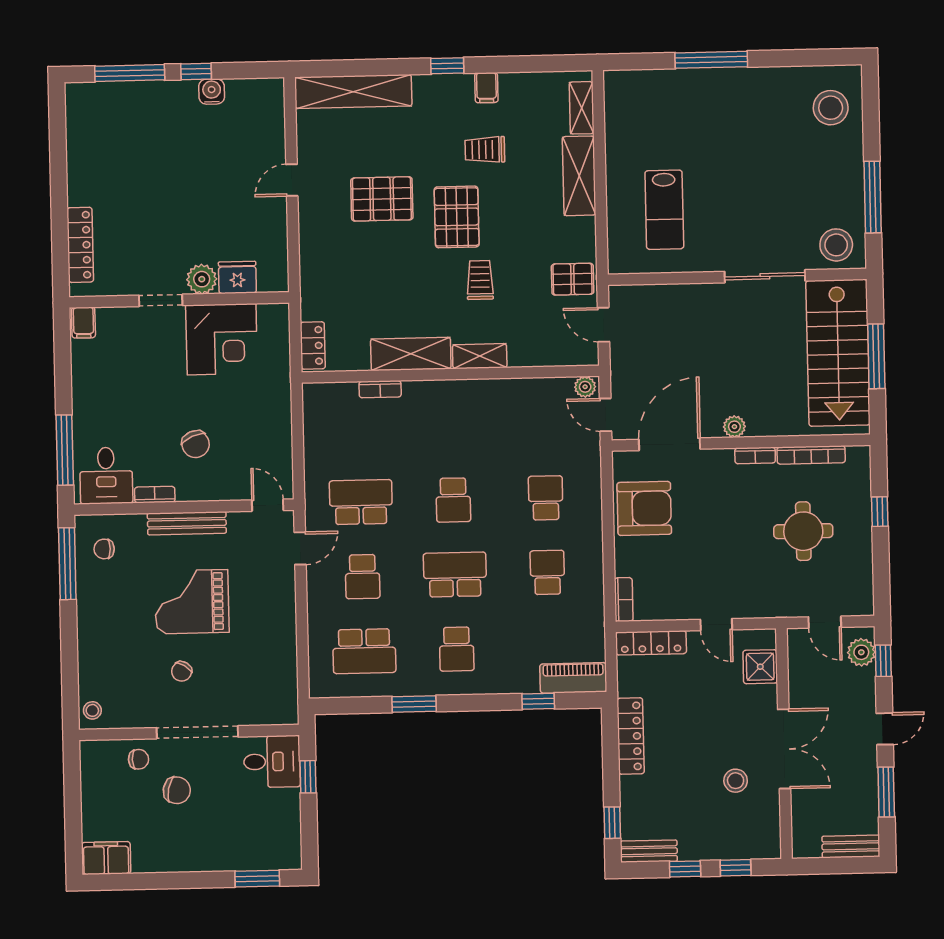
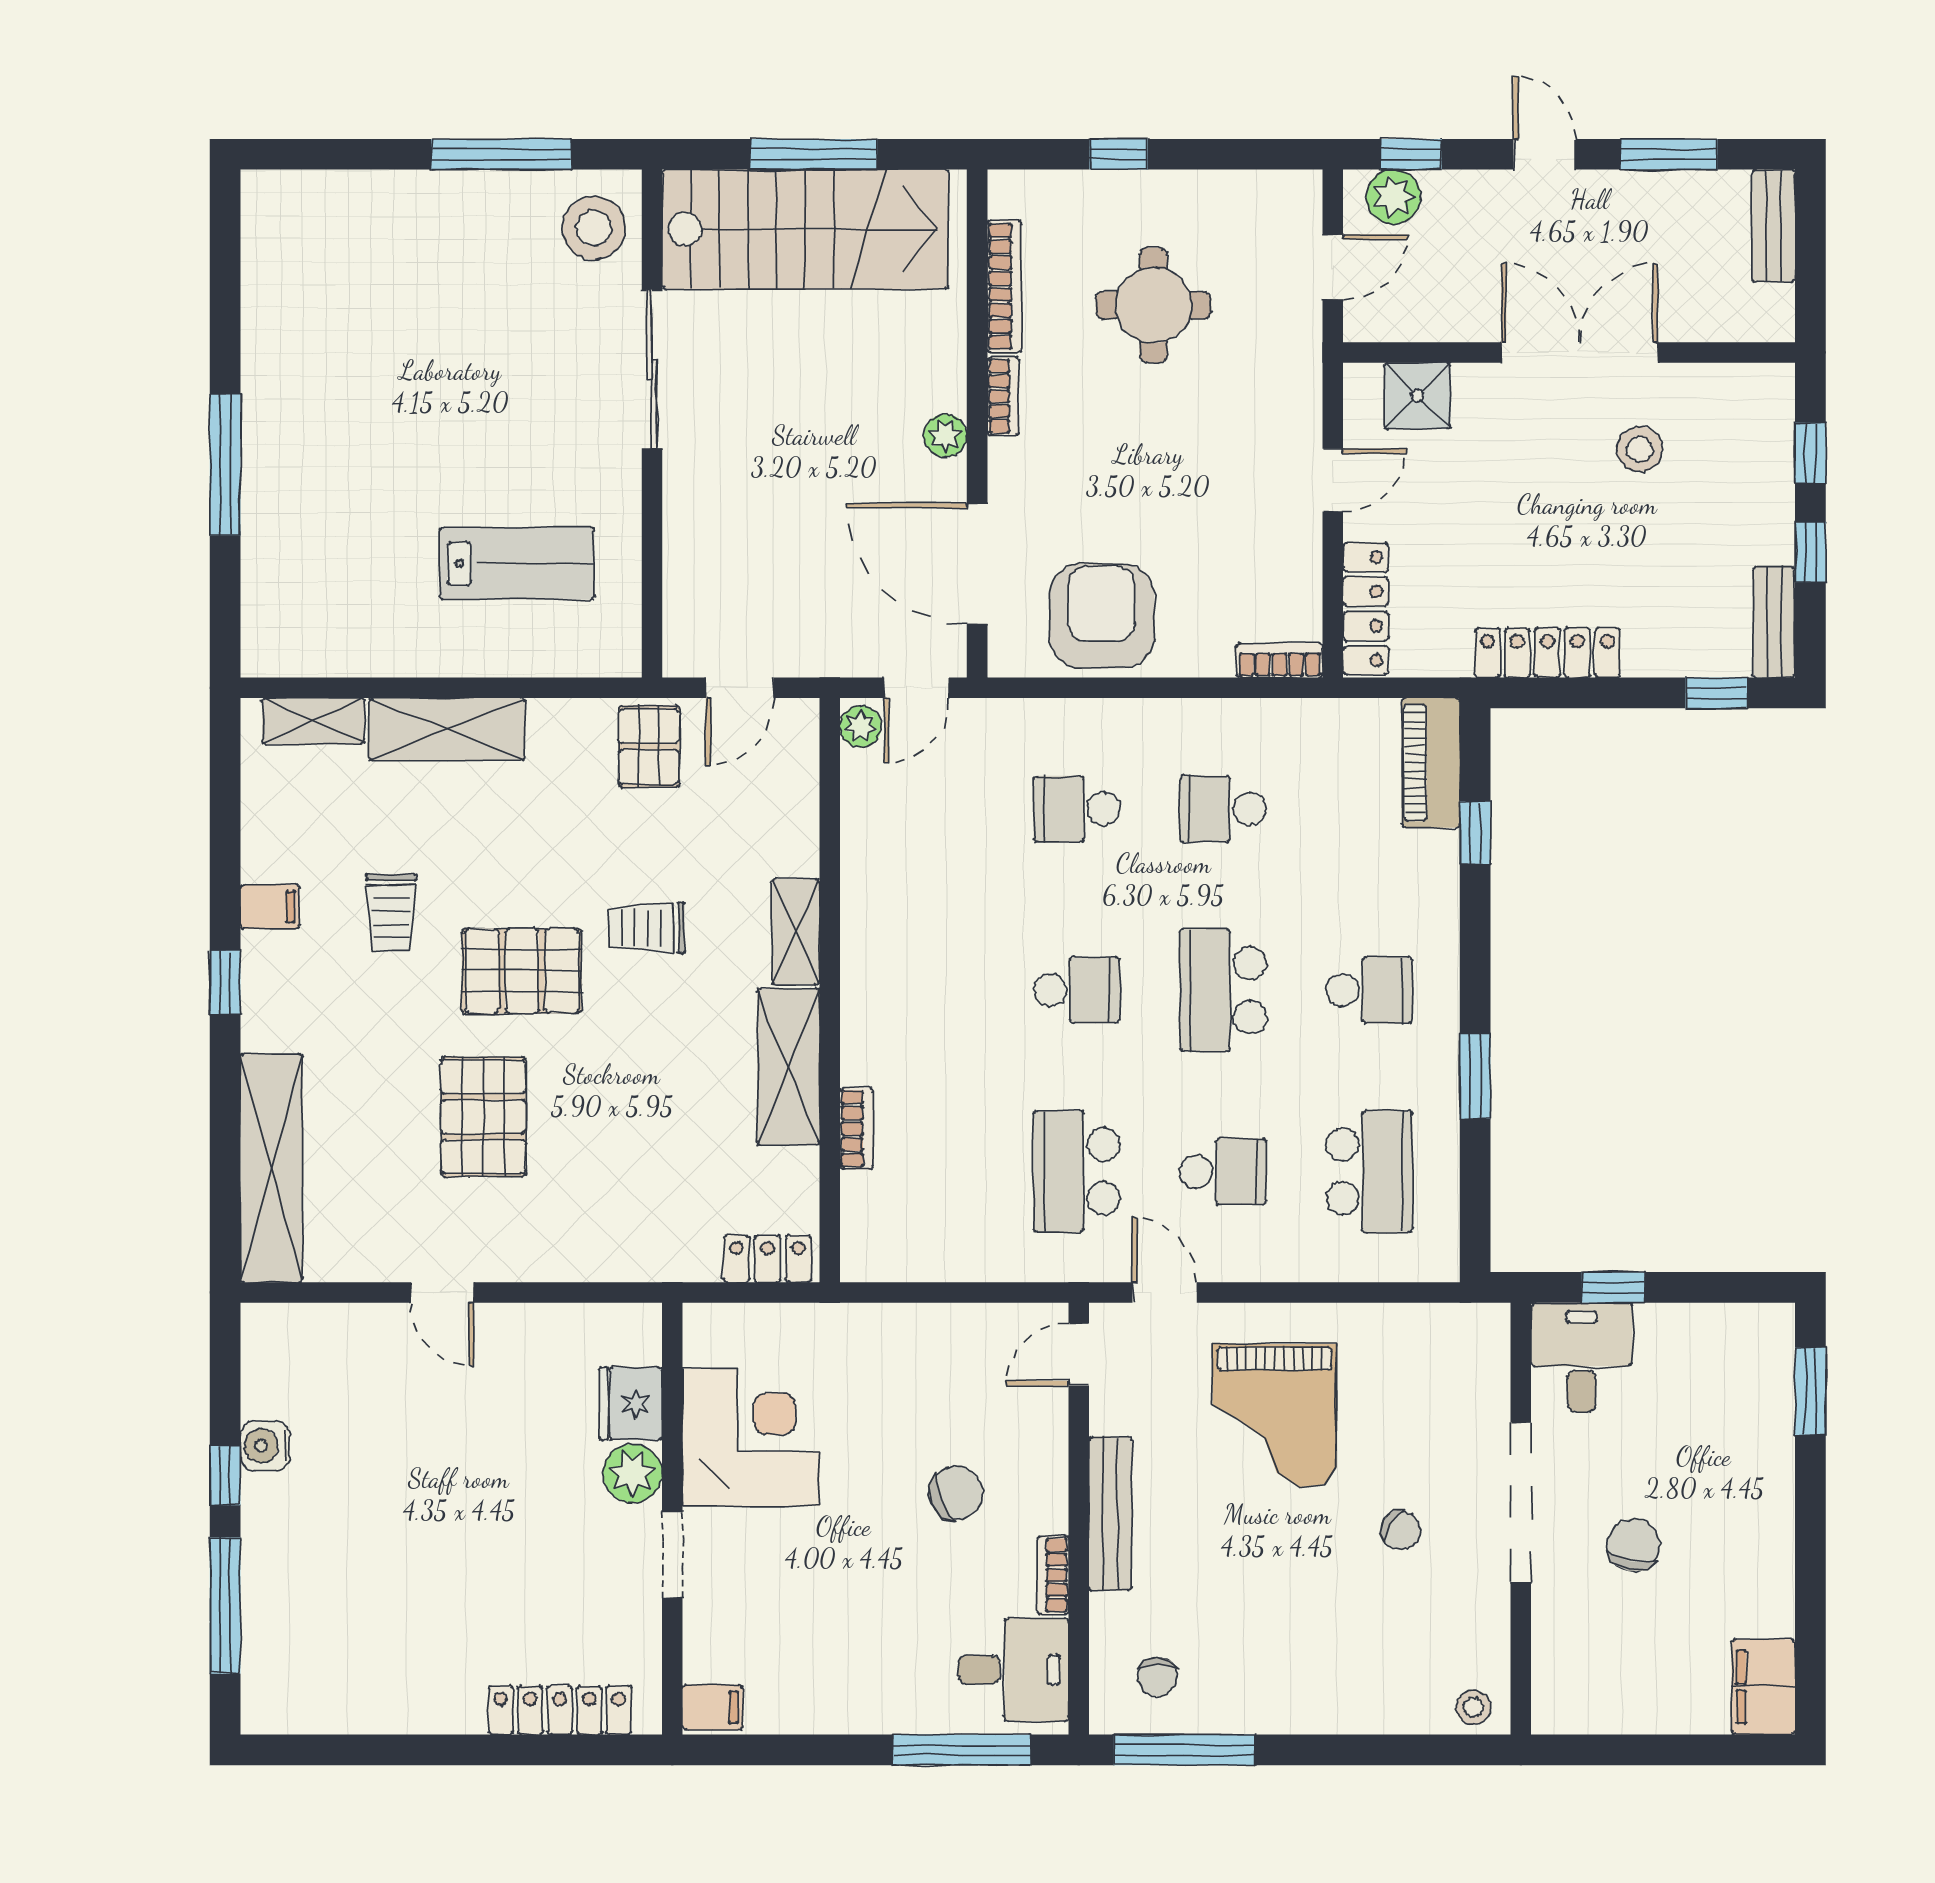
stool: (831, 108) -> (324, 233), removed
grand piano: (192, 602) -> (1274, 1416), moved
chair: (139, 759) -> (1571, 1619), removed

